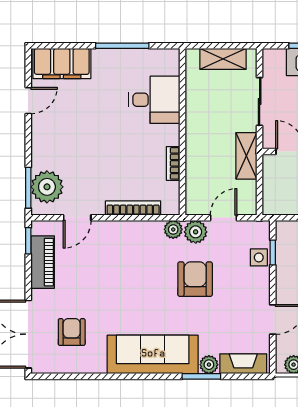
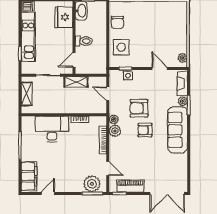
desk: (154, 100) -> (52, 129), width x1.37
door: (28, 101) -> (48, 193), hinge flipped
plant: (196, 232) -> (115, 131), moved
armchair: (72, 332) -> (145, 130), moved

